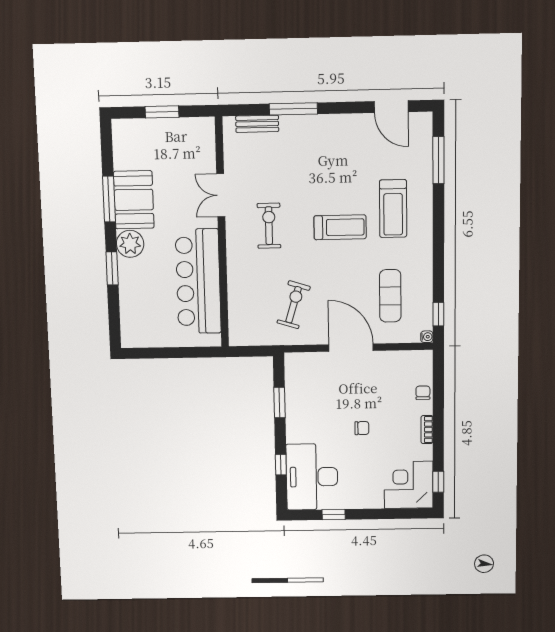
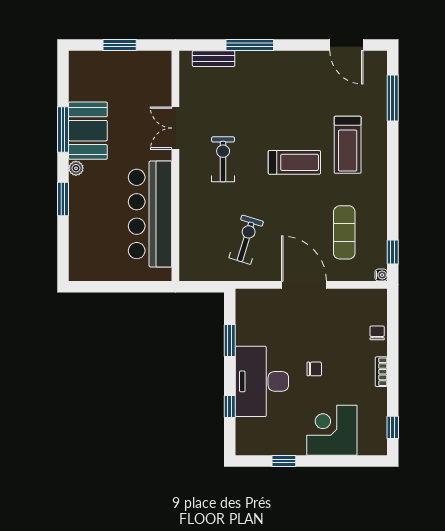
plant: (130, 244) -> (76, 168), width x0.53, depth x0.53
desk: (312, 477) -> (262, 381), moved
corner desk: (409, 485) -> (332, 430), moved

